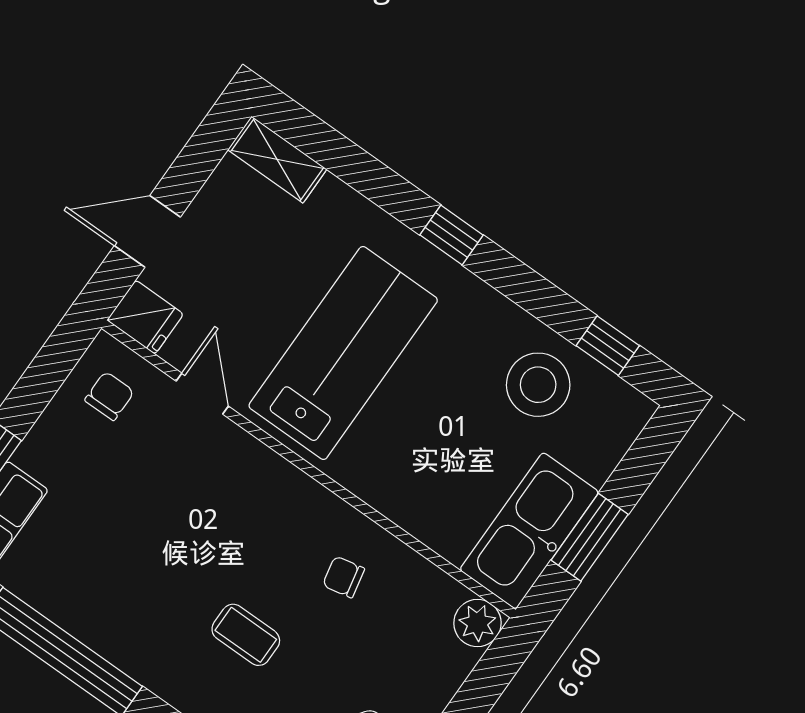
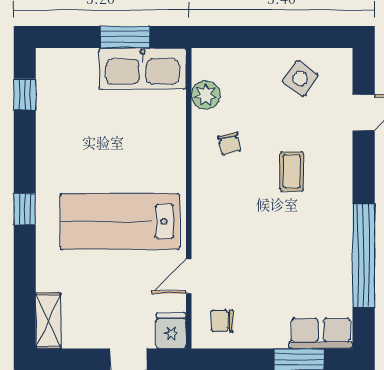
stool: (538, 385) -> (68, 115), removed
plant: (477, 623) -> (206, 95), moved

